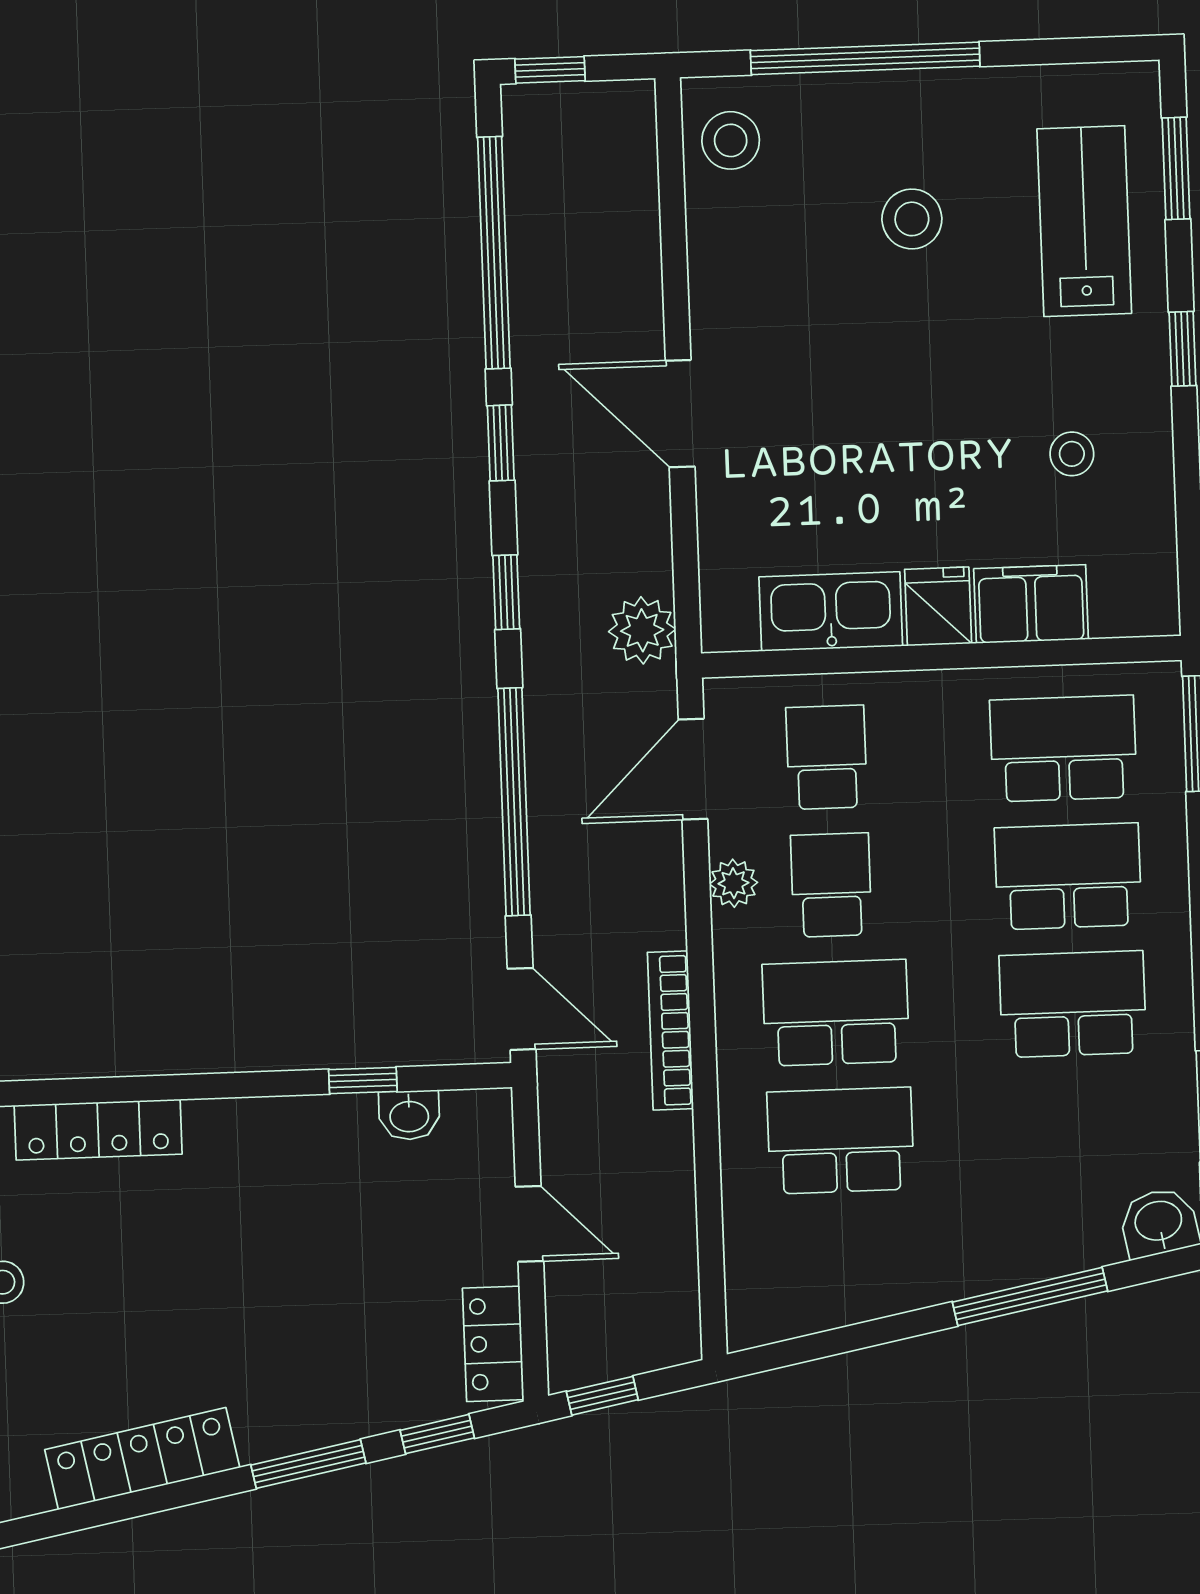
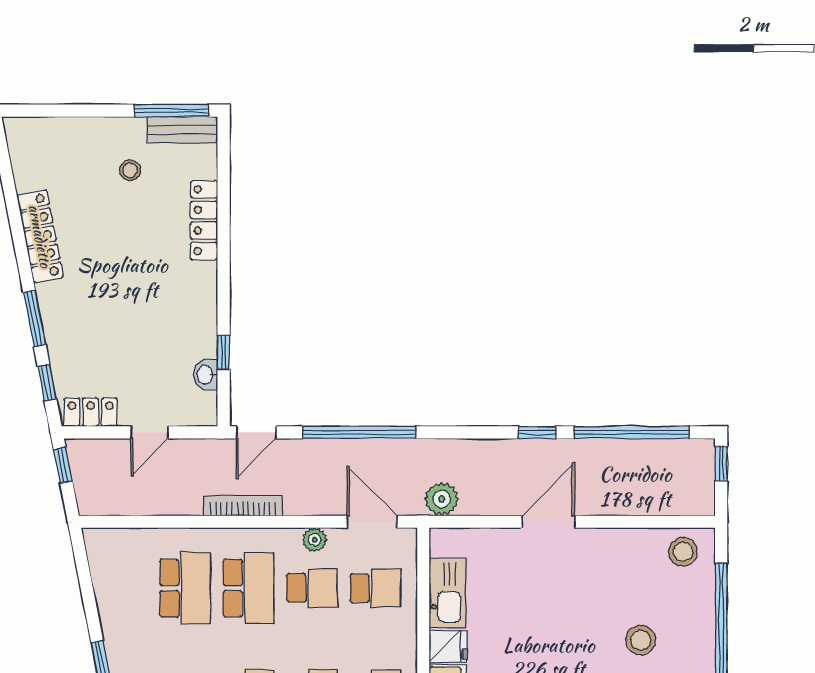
window: (506, 592) -> (463, 432), removed

